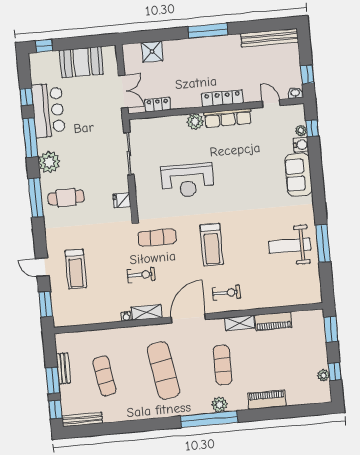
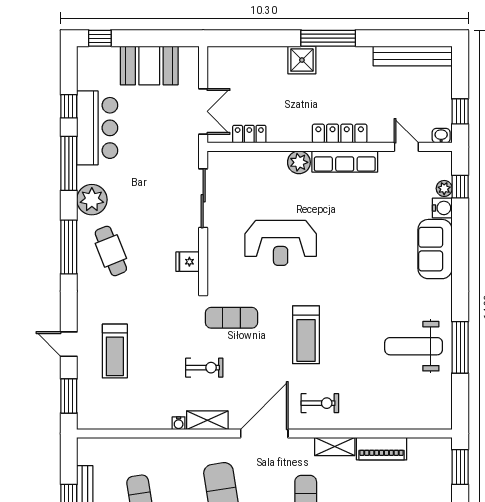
shower: (152, 52) -> (302, 60), moved
cafe table: (66, 198) -> (111, 251), turned 68

